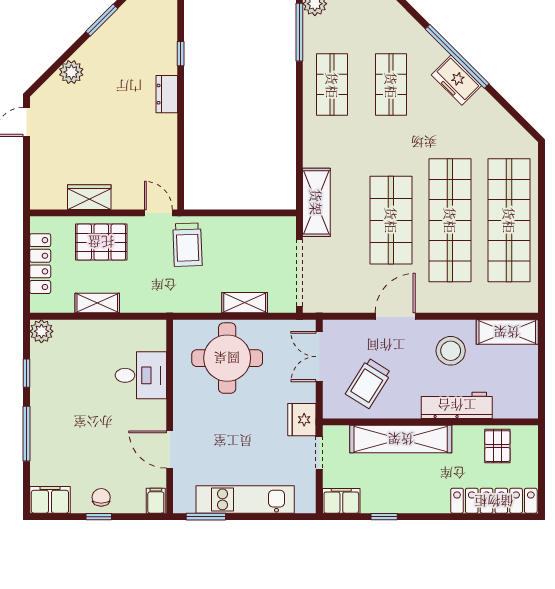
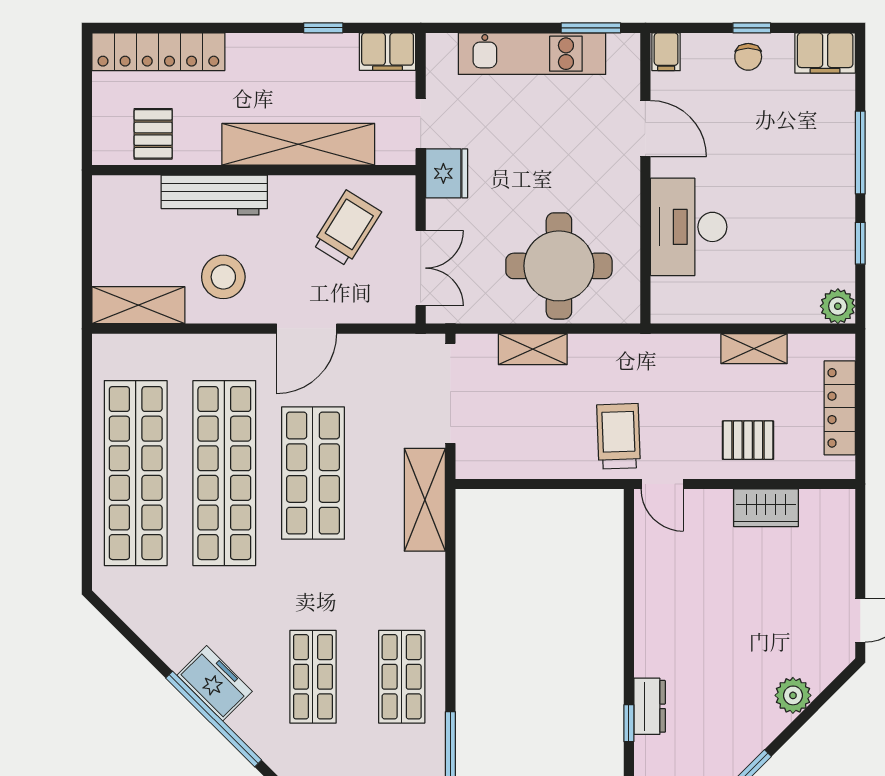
dresser: (167, 94) -> (650, 706), moved
pallet: (101, 242) -> (748, 440), width x0.67, depth x0.71
desk: (141, 375) -> (689, 227), width x1.37

